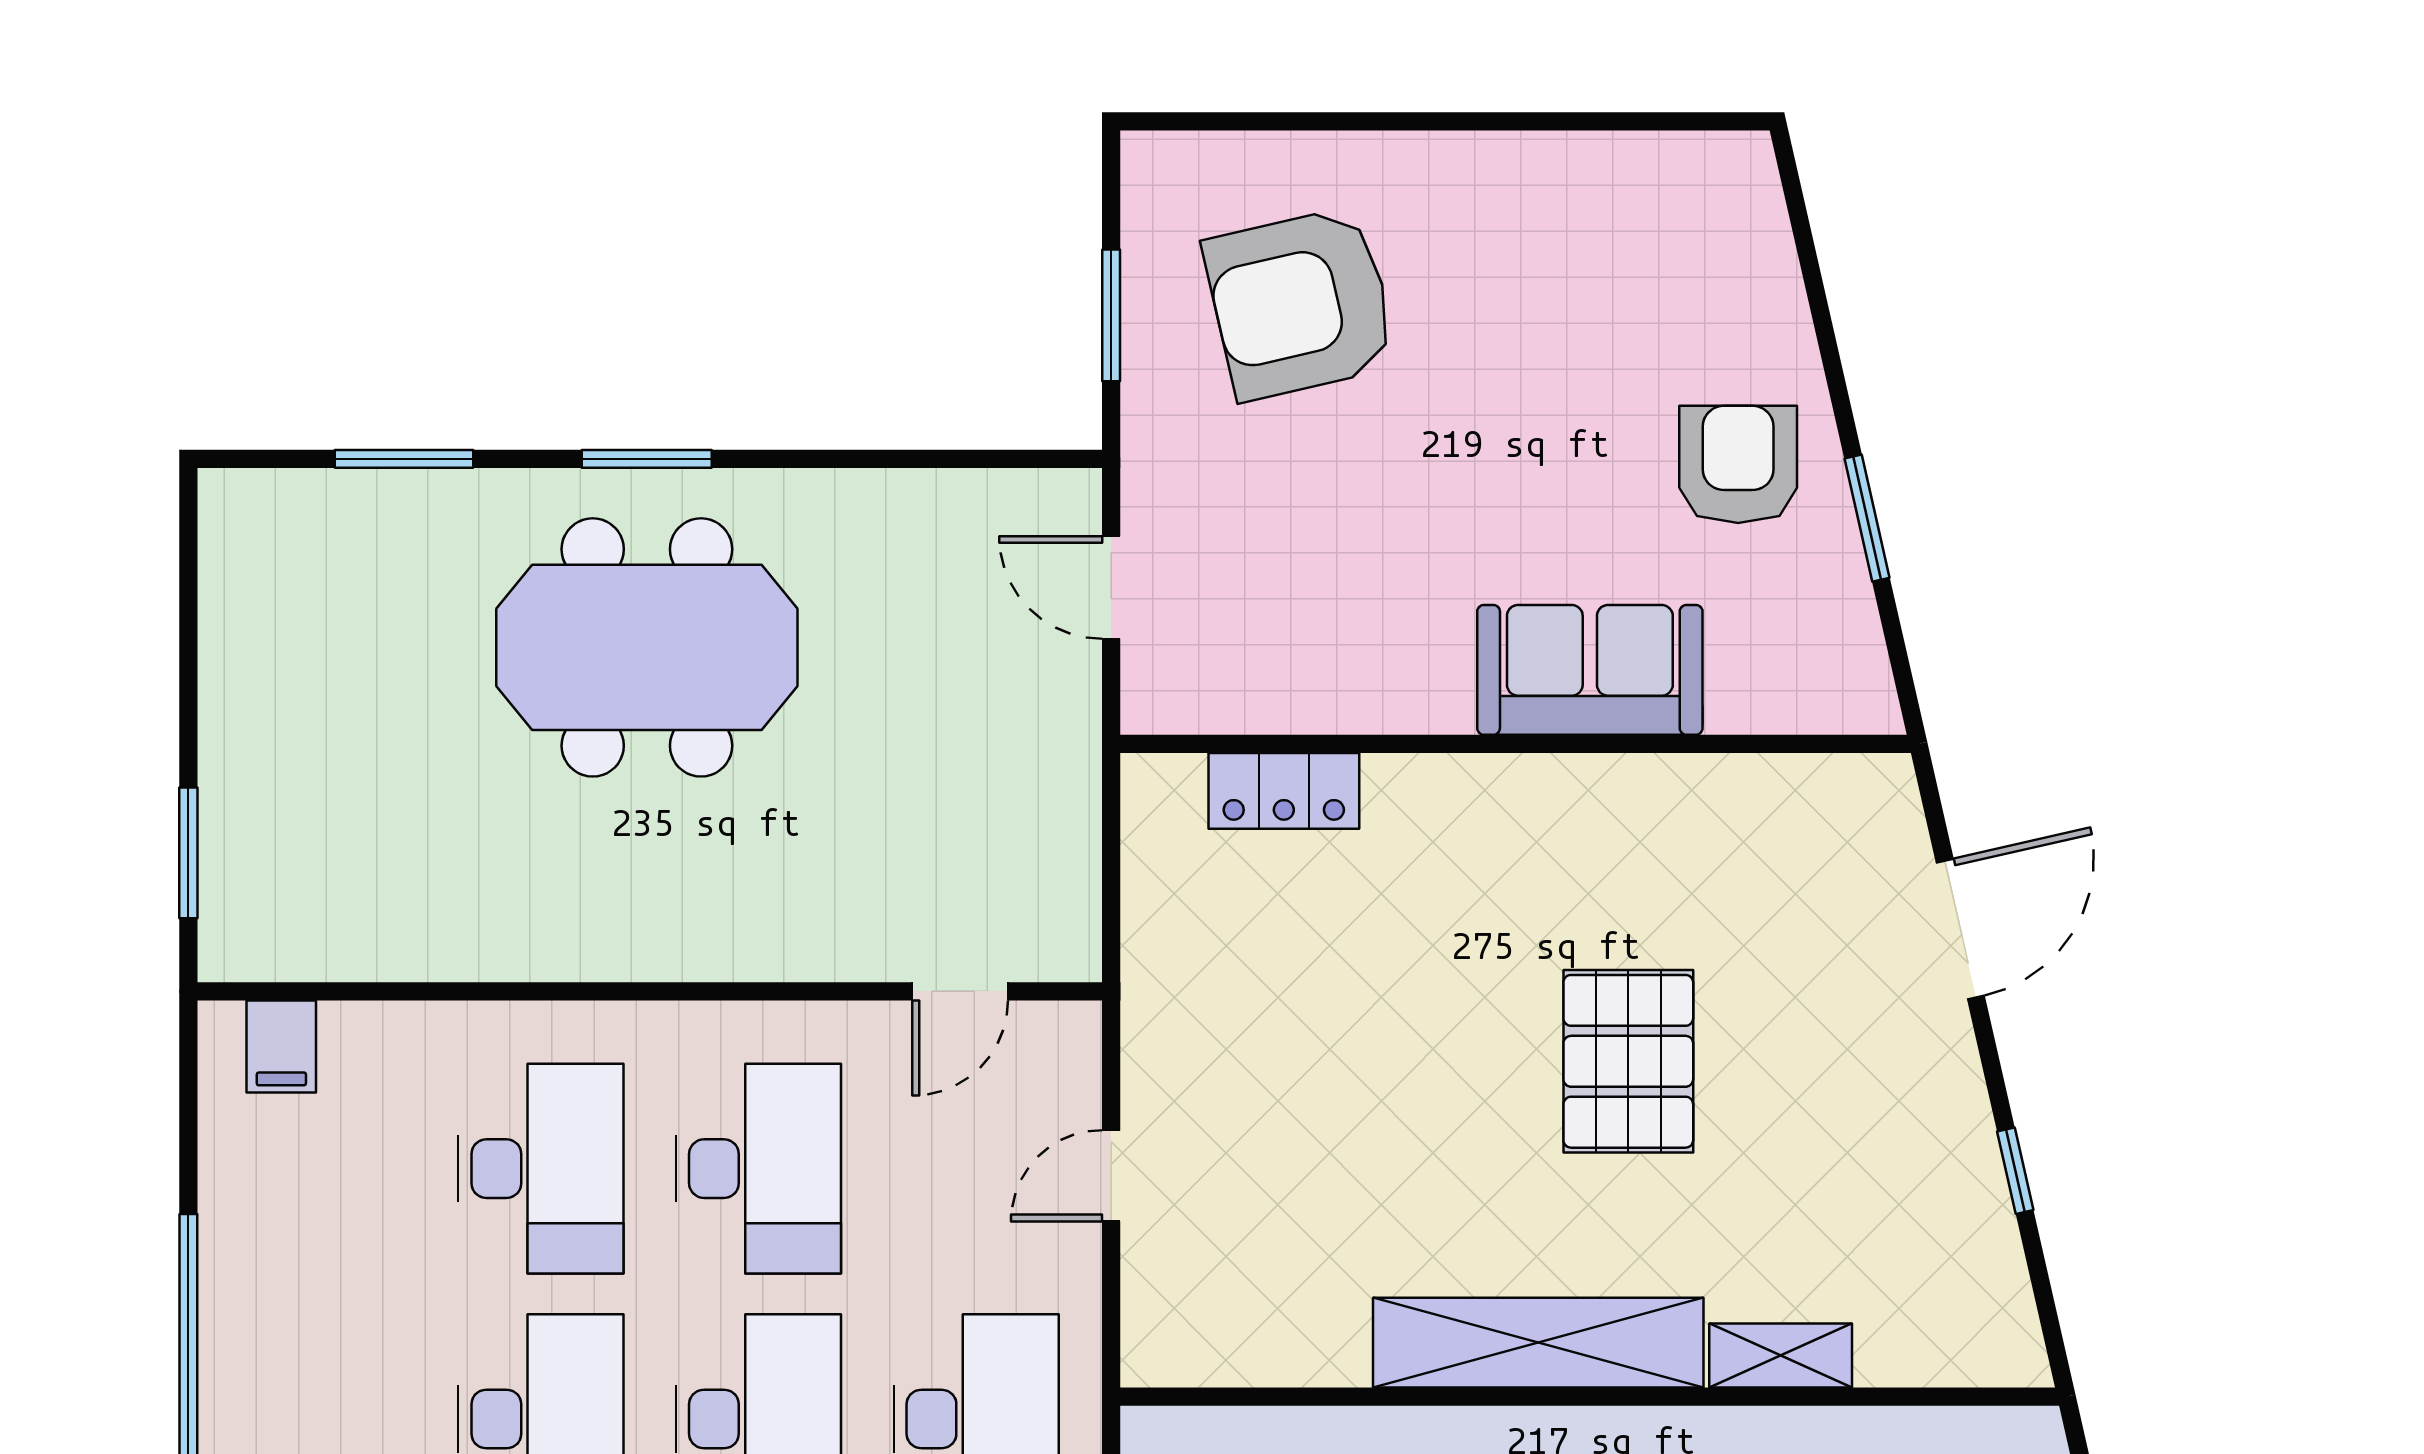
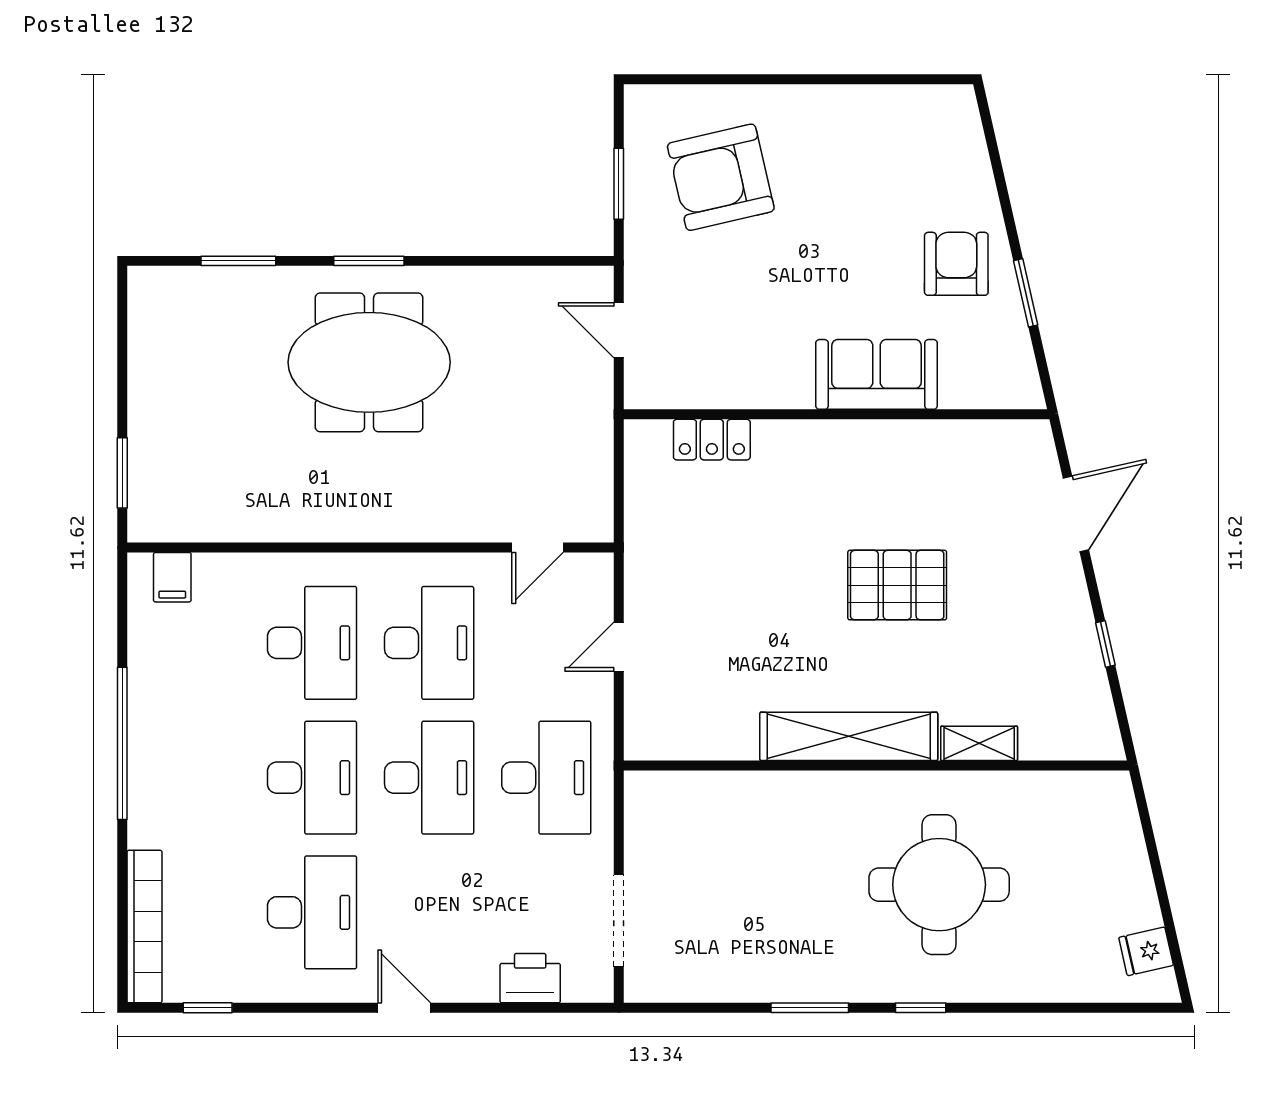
pallet: (1628, 1061) -> (897, 585), turned 90

